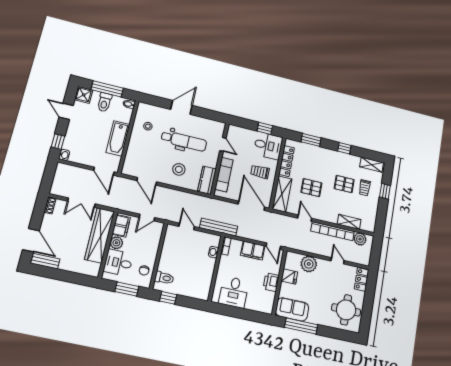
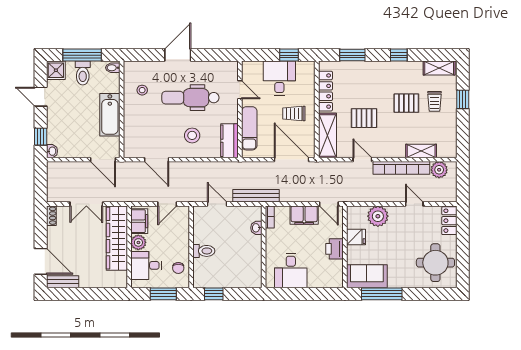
dental chair: (184, 141) -> (190, 98), turned 180
desk: (268, 146) -> (279, 78), moved, turned -90
toilet: (164, 278) -> (204, 251), moved

